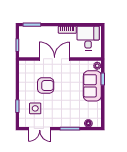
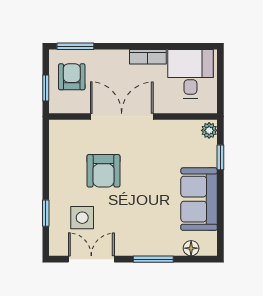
armchair: (30, 40) -> (72, 77), added
armchair: (46, 85) -> (103, 171), turned 90
sofa: (92, 86) -> (199, 199), moved
double door: (40, 129) -> (91, 259), swing flipped

